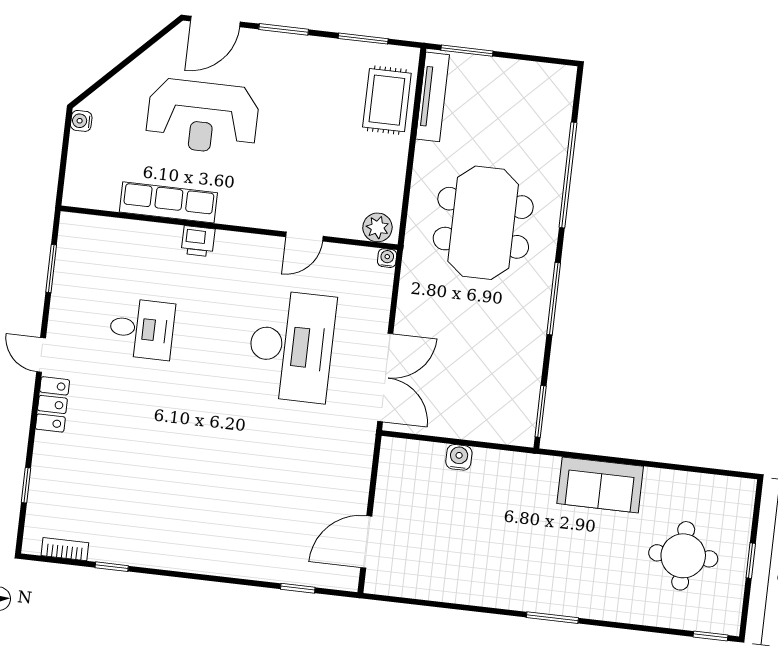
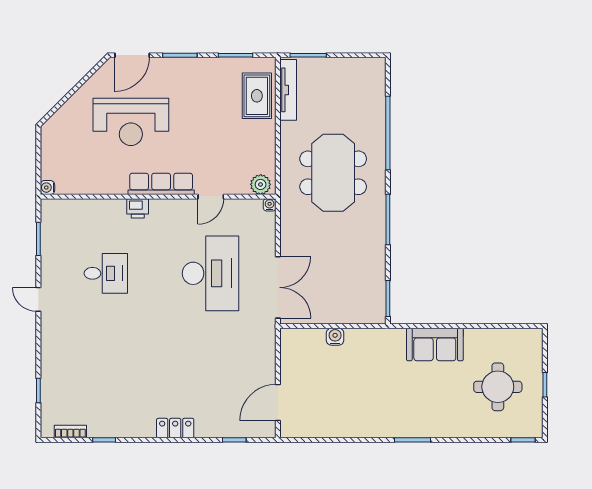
water cooler: (81, 121) -> (47, 188), moved
row of seats: (168, 202) -> (161, 184), moved
locker: (52, 404) -> (175, 428), moved, turned -90

